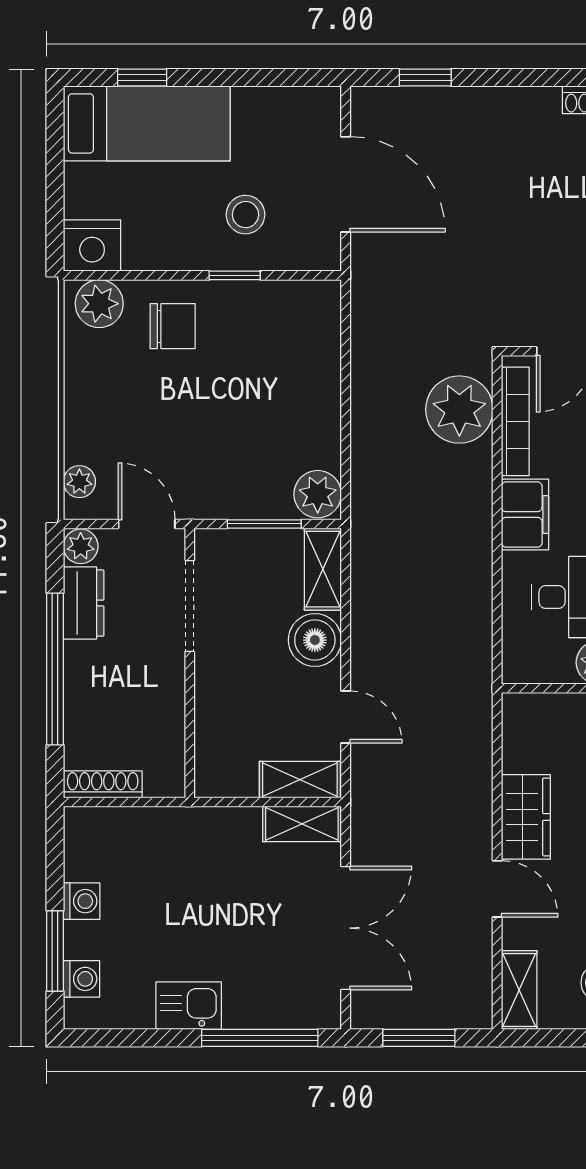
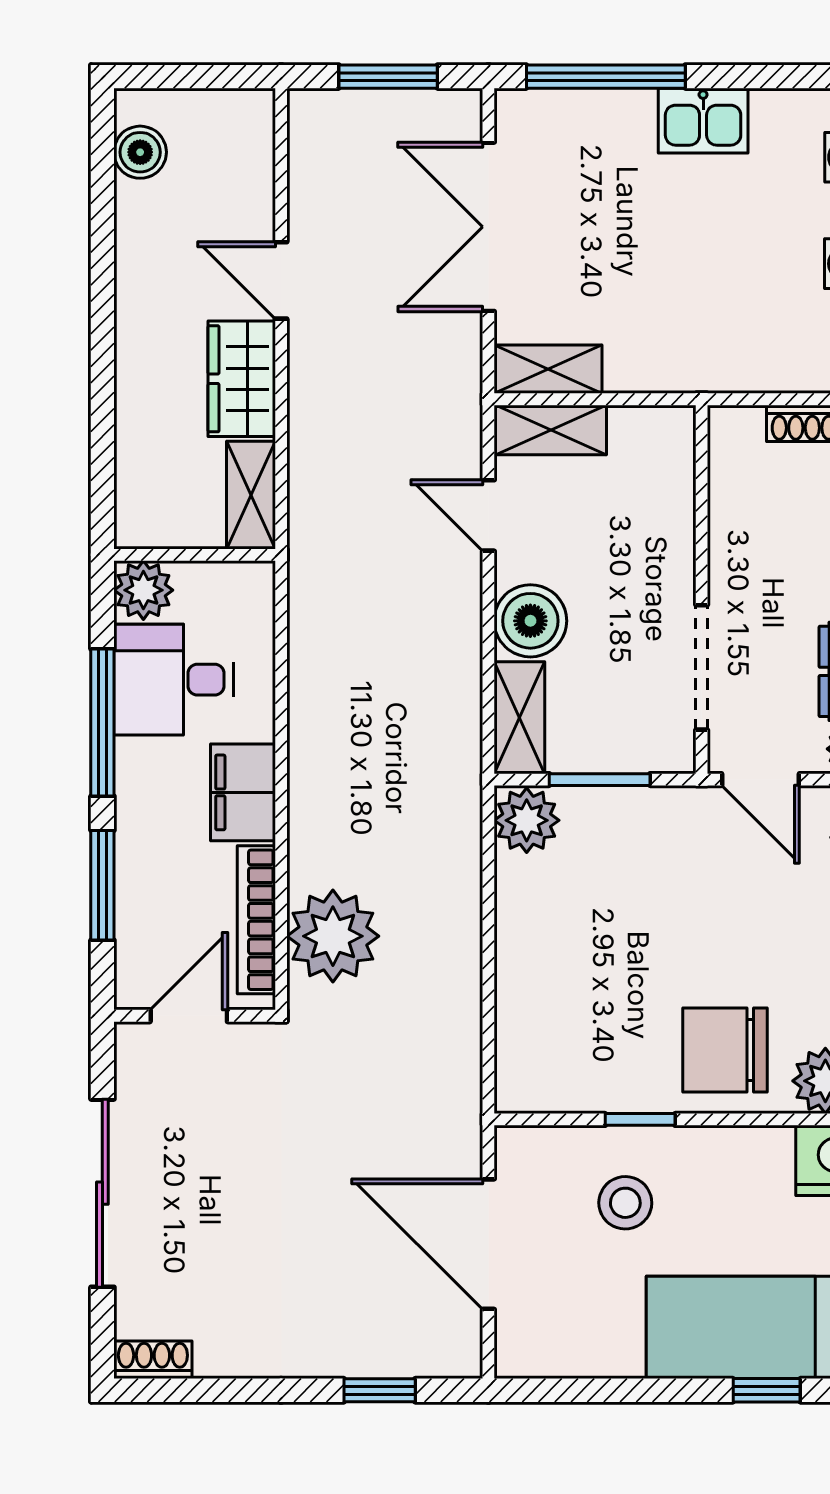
chair: (173, 326) -> (725, 1050), width x1.37, depth x1.37
shelving: (519, 990) -> (251, 495), moved

